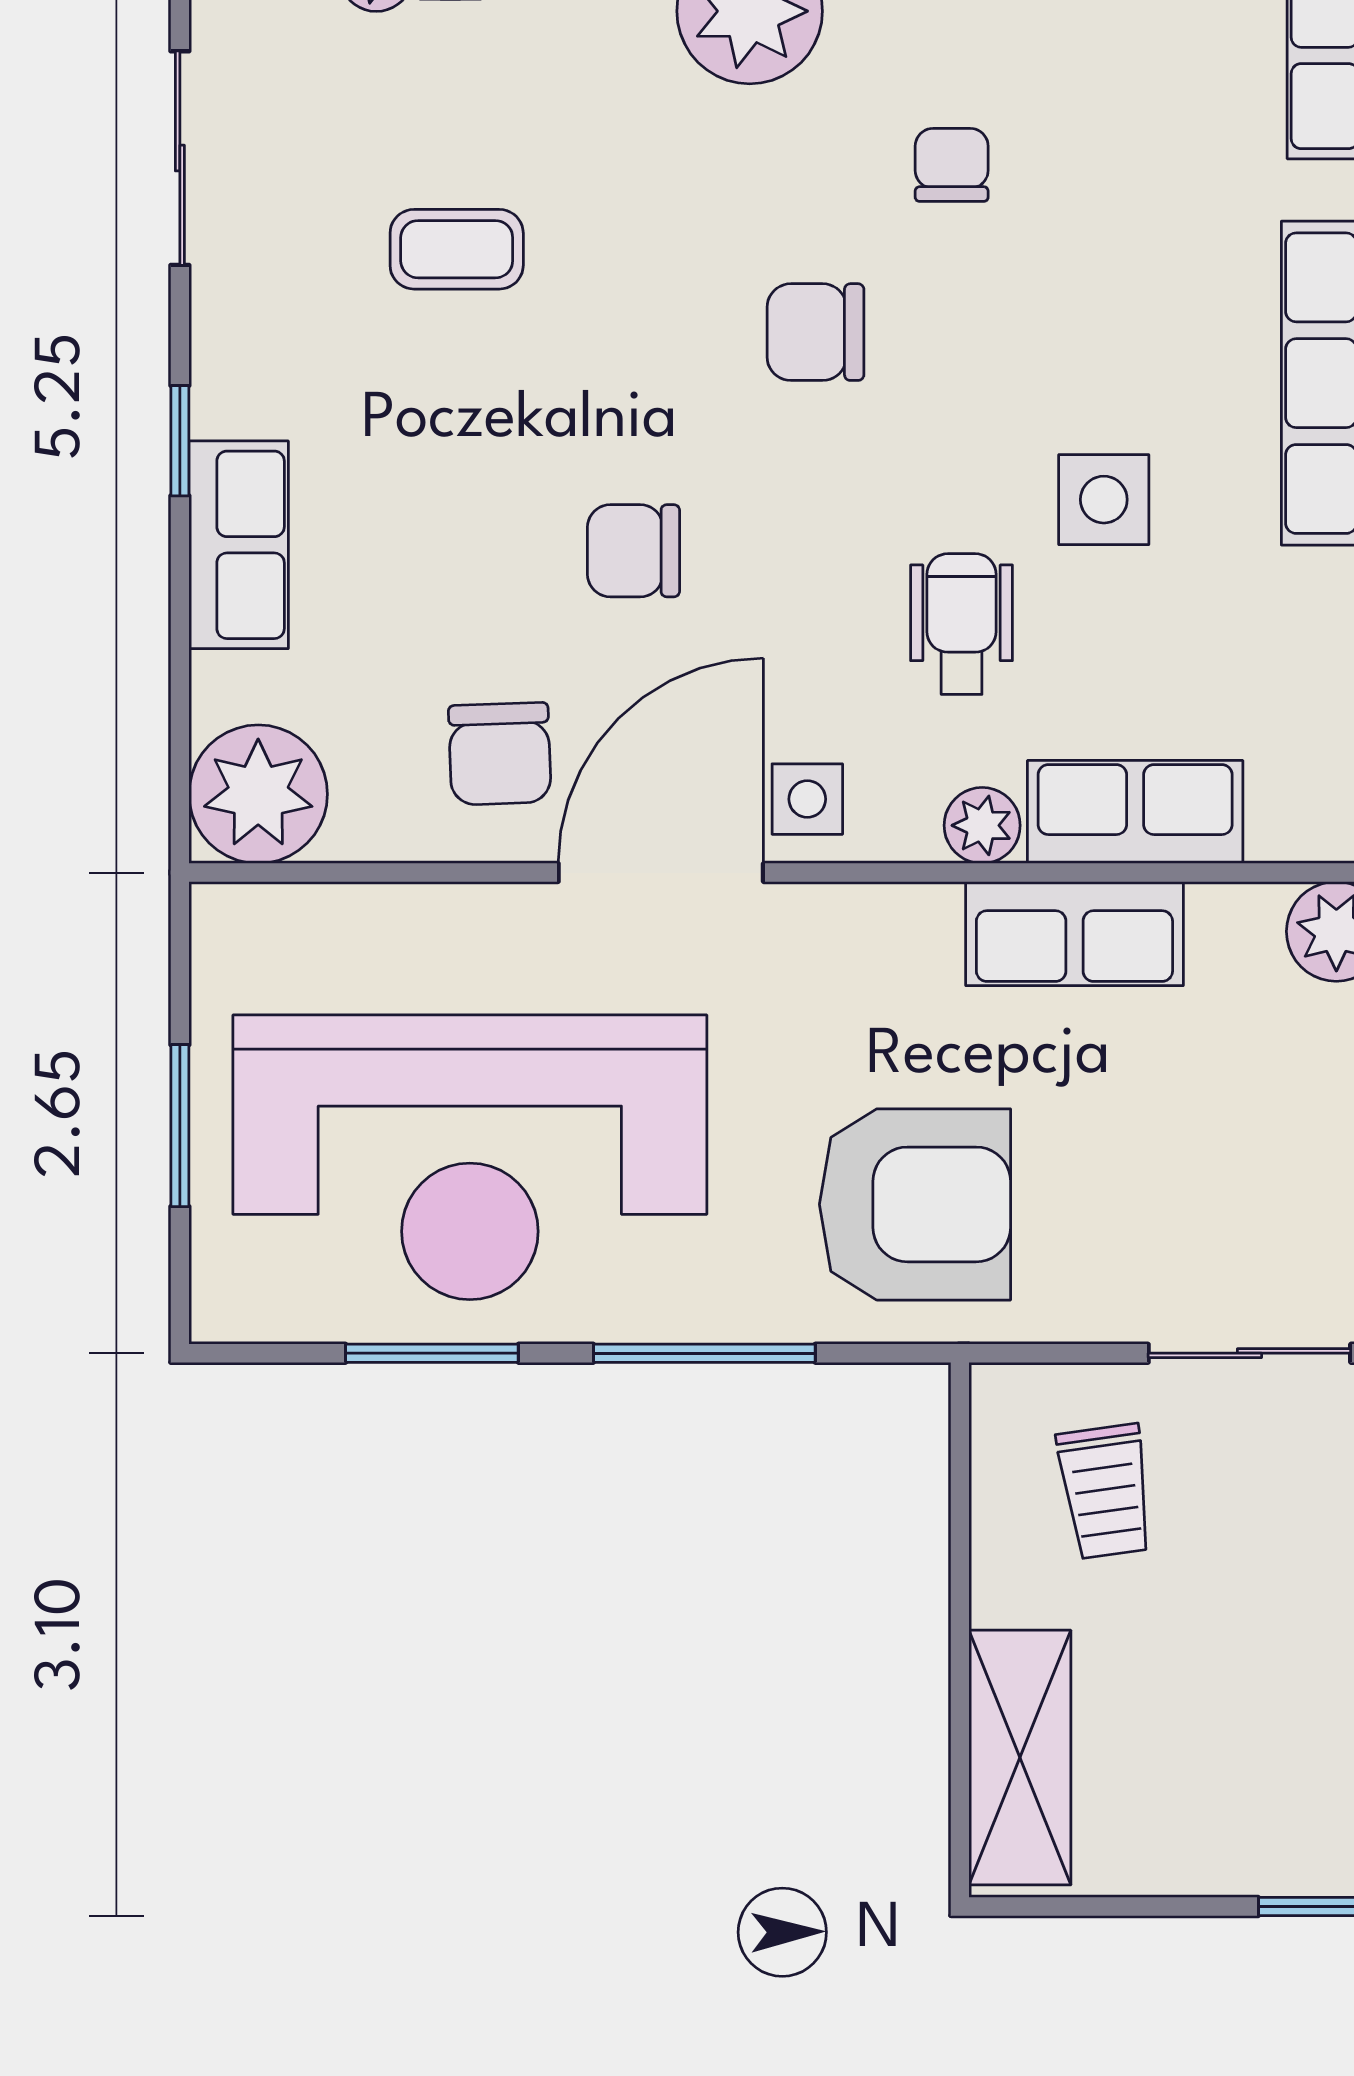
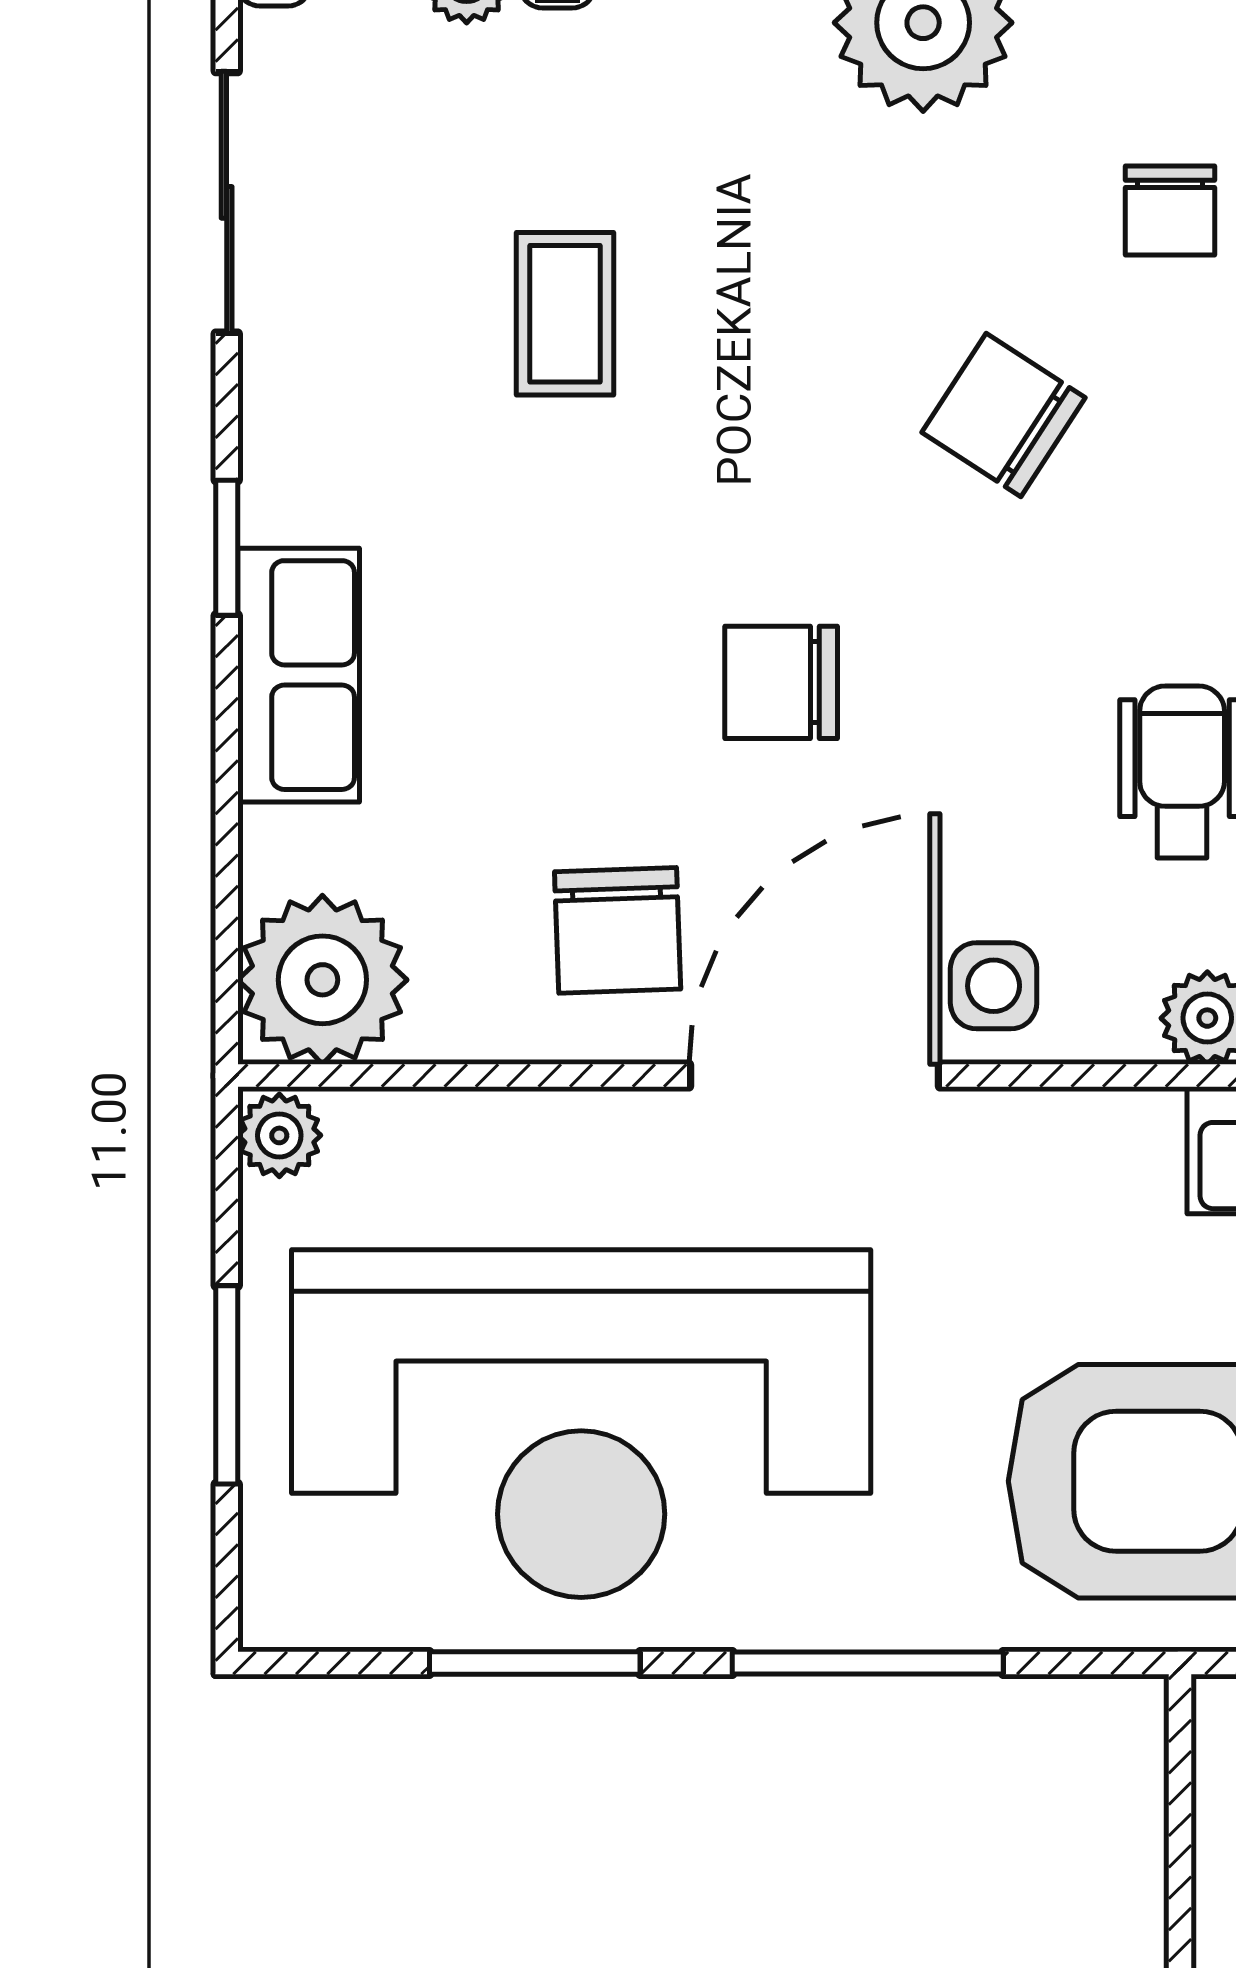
chair: (952, 165) -> (1170, 211), turned 180
coffee table: (457, 249) -> (565, 314), turned 90
chair: (815, 332) -> (1004, 415), turned 33
plant: (223, 922) -> (279, 1135), added

